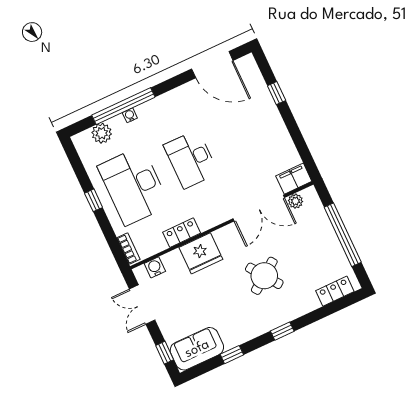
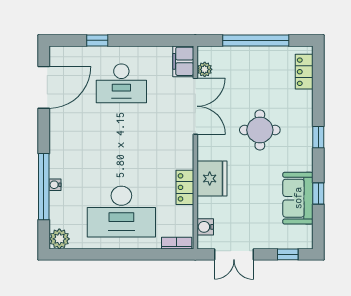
plant: (102, 133) -> (59, 239), moved
desk: (191, 159) -> (121, 83), moved
window: (94, 200) -> (117, 254), removed
round table: (264, 276) -> (260, 130), turned 36
sofa: (197, 349) -> (298, 198), moved

